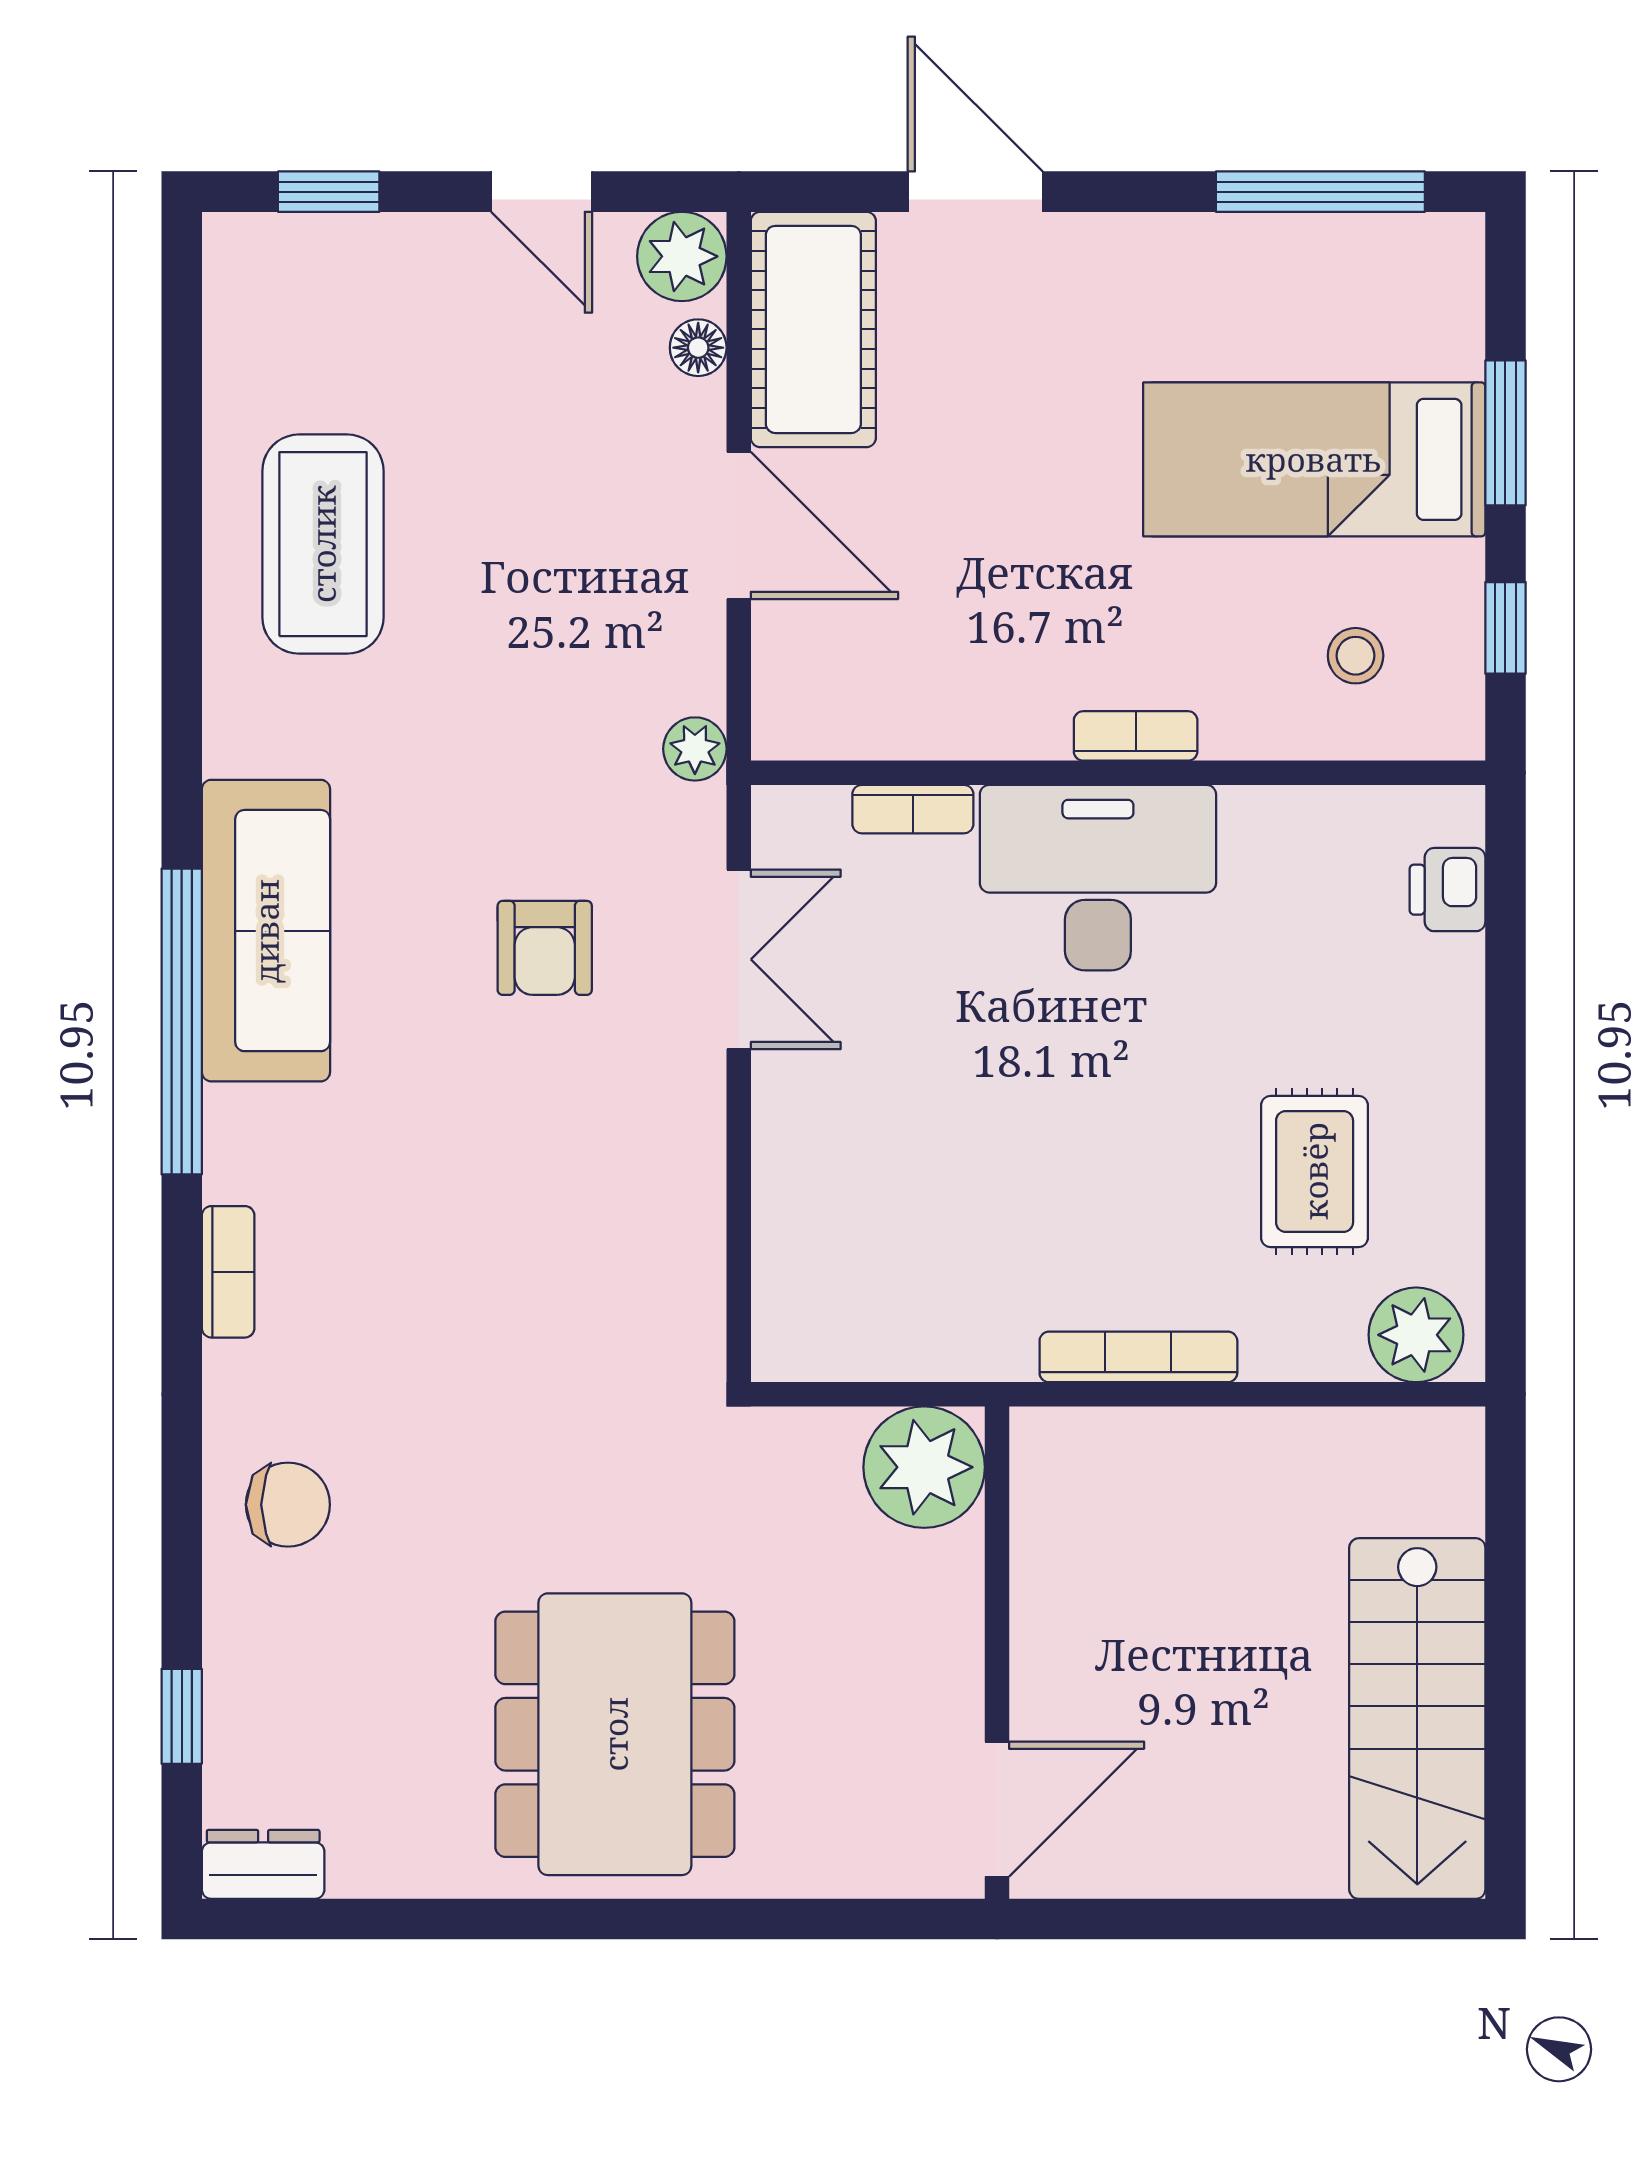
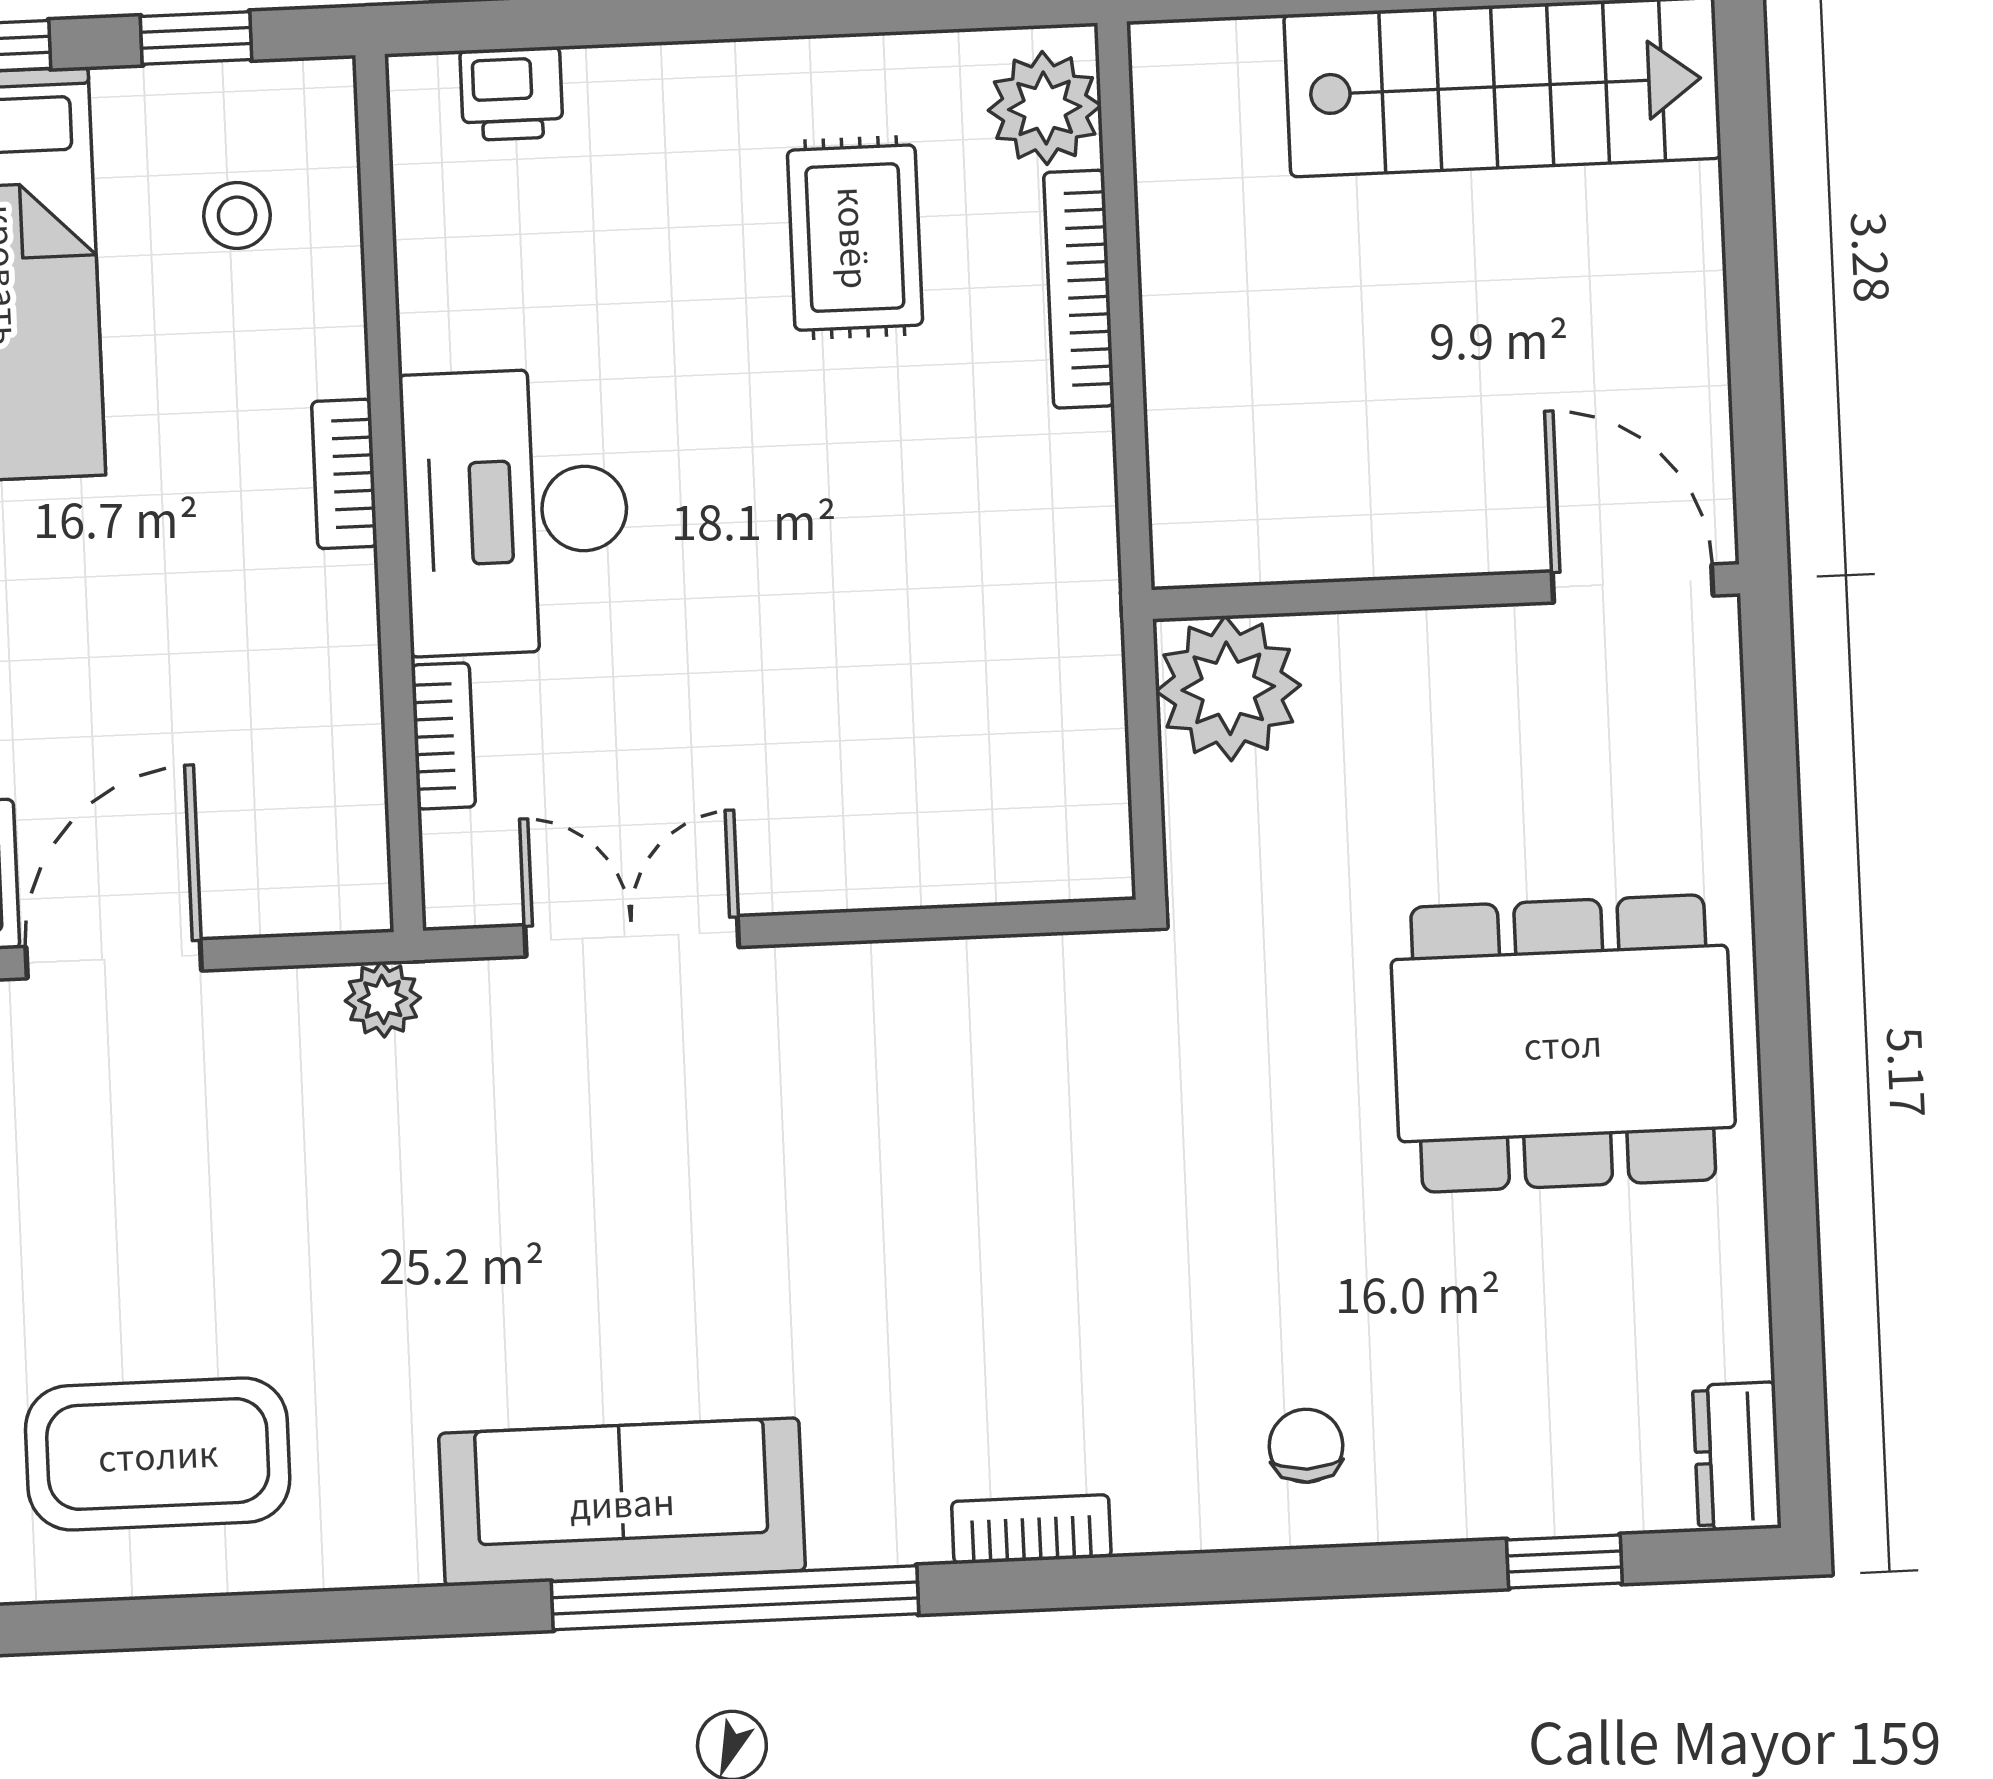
armchair: (545, 948) -> (628, 1168), removed
rug: (1315, 1171) -> (855, 238), turned 90
bookcase: (1138, 1357) -> (1079, 289), moved
chair: (288, 1505) -> (1306, 1446), width x0.73, depth x0.73

